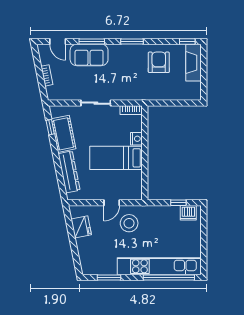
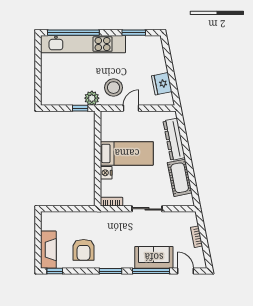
window: (92, 41) -> (151, 271), width x1.44
window: (50, 127) -> (193, 184), removed
window: (178, 203) -> (80, 108), moved
plant: (151, 213) -> (92, 98), added
dishwasher: (188, 213) -> (54, 98), removed

